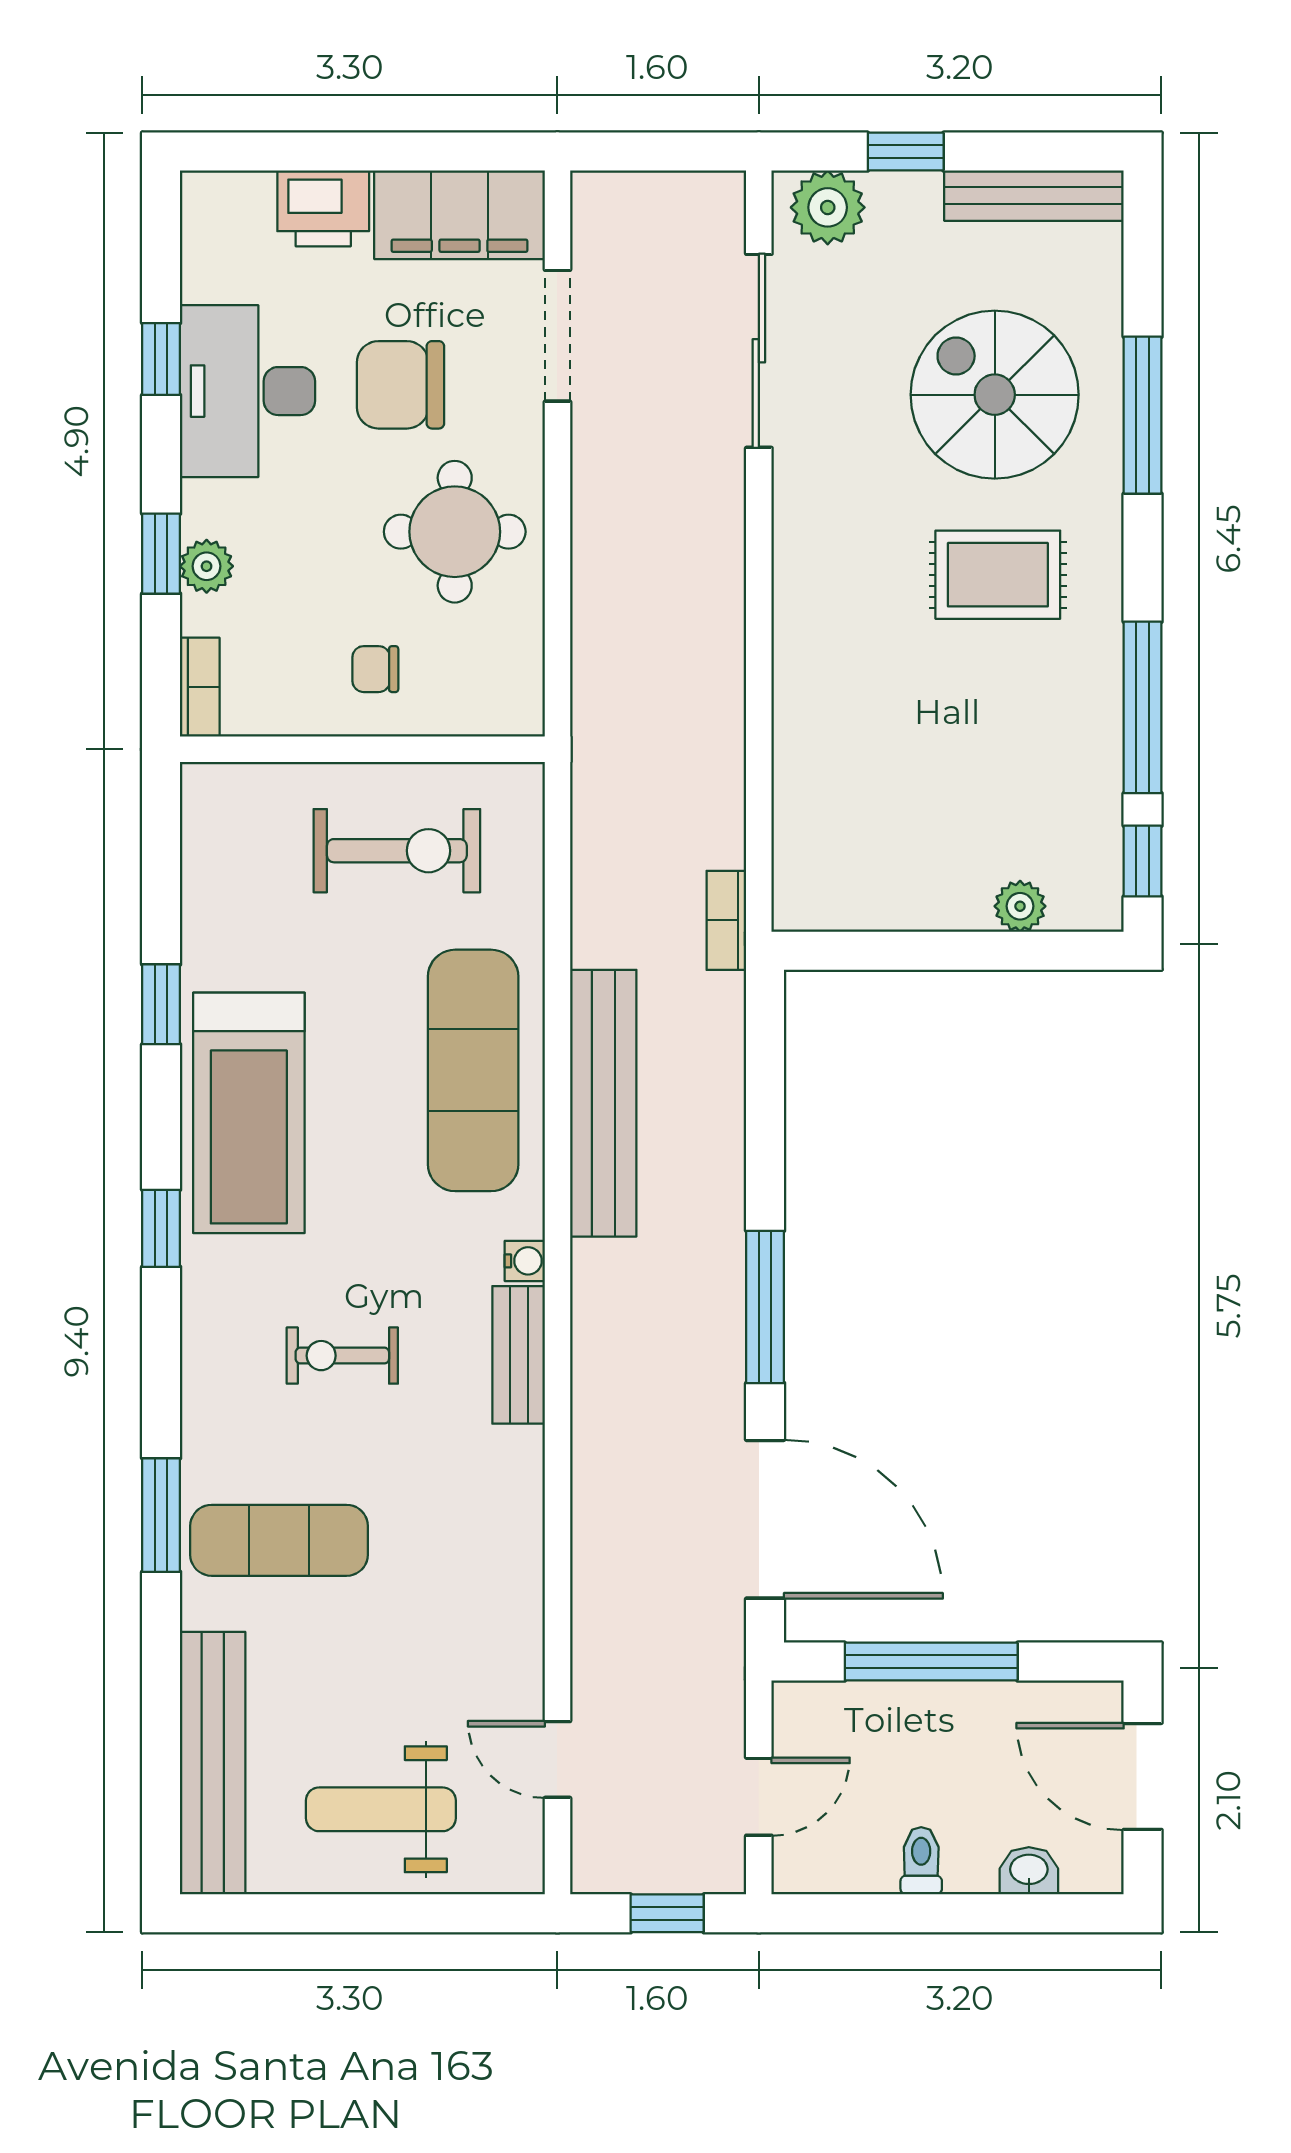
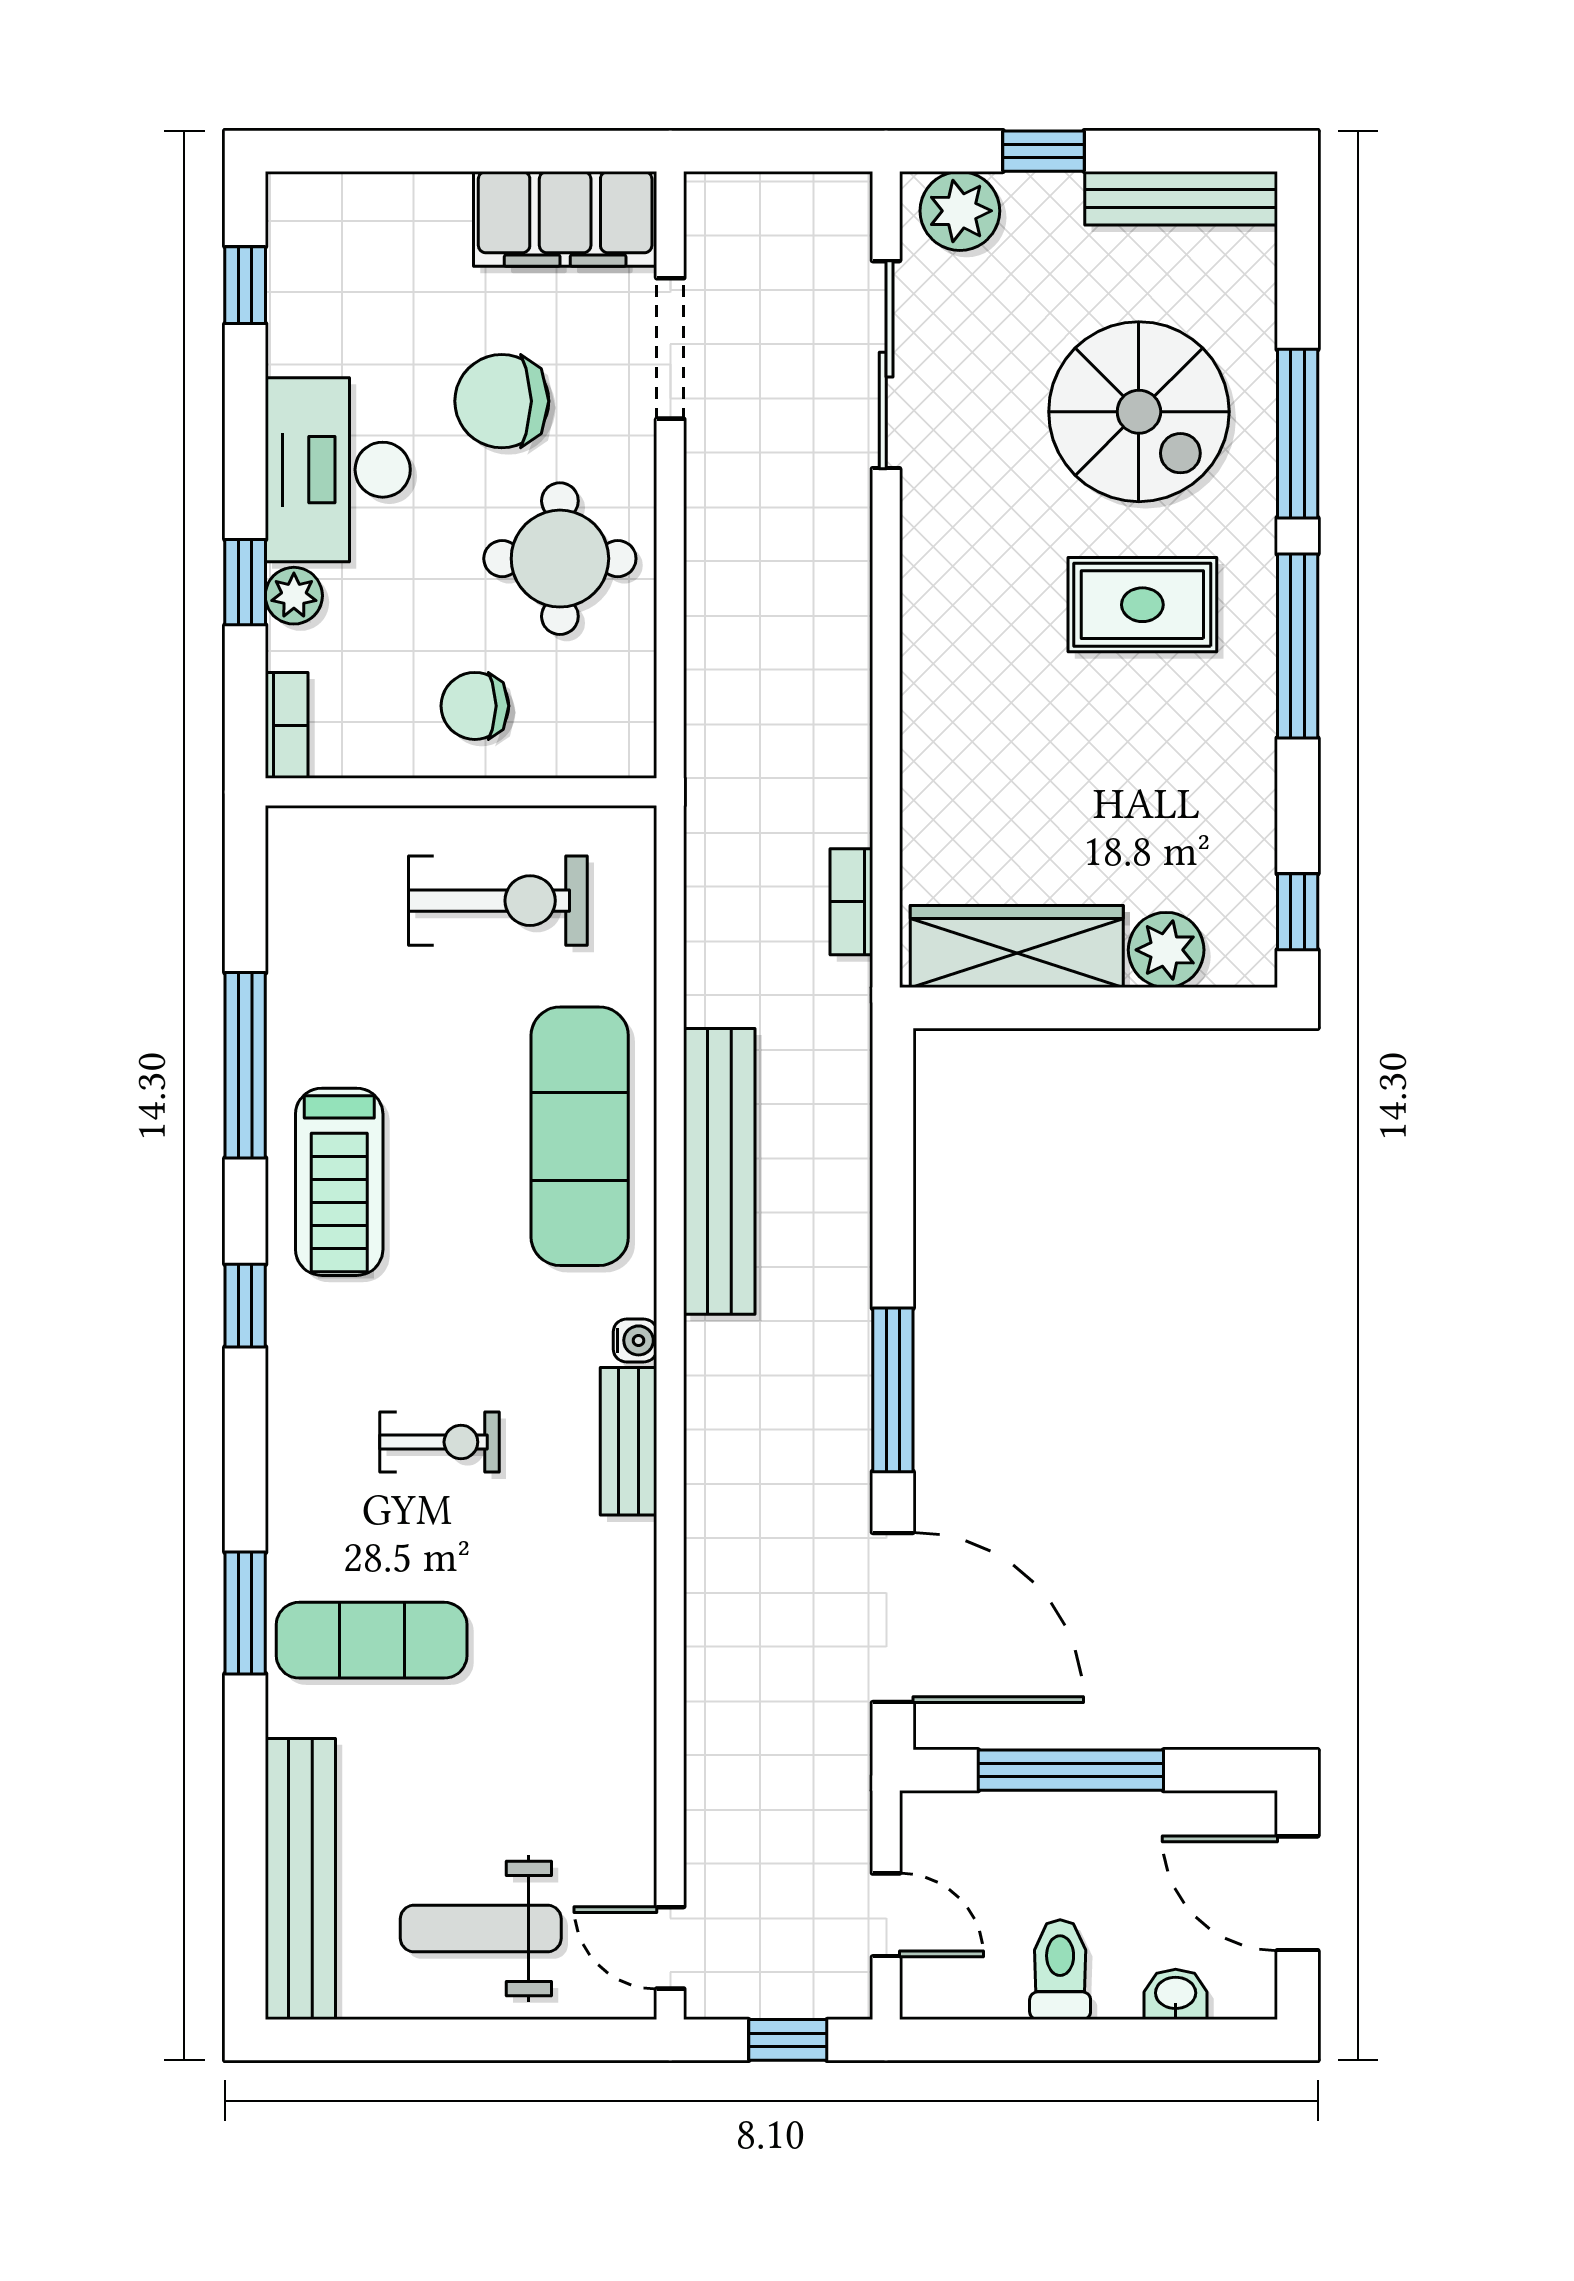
printer: (323, 208) -> (419, 212), removed
window: (161, 359) -> (245, 285), moved
desk: (248, 391) -> (338, 470), moved
spiral stairs: (995, 395) -> (1139, 412), turned 180
chair: (375, 669) -> (475, 706), width x1.37, depth x1.37
window: (1143, 707) -> (1298, 646), moved
wardrobe: (881, 893) -> (1017, 946), added
plant: (1020, 906) -> (1166, 950), width x1.38, depth x1.38
bookcase: (726, 920) -> (851, 902), moved
window: (161, 1004) -> (245, 1065), width x2.17
treadmill: (249, 1113) -> (339, 1182), width x0.73, depth x0.73
exercise bike: (342, 1356) -> (439, 1442), turned 180
door: (557, 1759) -> (670, 1948), moved
door: (759, 1797) -> (886, 1915), hinge flipped
toilet: (921, 1861) -> (1060, 1970), width x1.37, depth x1.39

